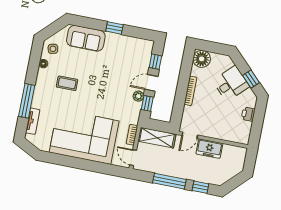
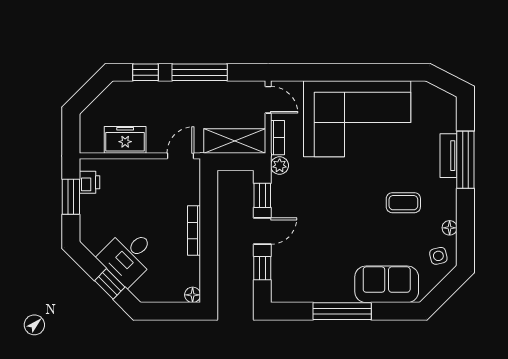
window: (114, 28) -> (342, 311), width x2.17
floor lamp: (202, 59) -> (193, 295), width x0.53, depth x0.53
window: (251, 79) -> (110, 284), moved
plant: (138, 96) -> (280, 165), moved
printer: (248, 114) -> (89, 182), moved
tv unit: (33, 121) -> (449, 156), moved
window: (257, 124) -> (71, 197), added
freezer: (209, 149) -> (125, 140), moved

